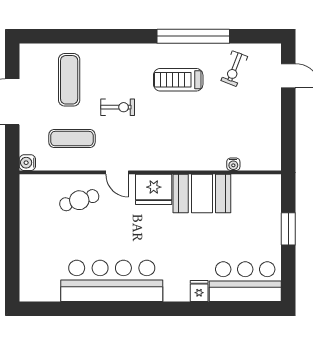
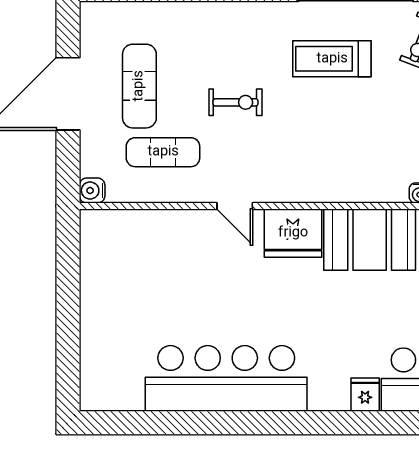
exercise mat: (69, 80) -> (139, 86), moved
cafe table: (79, 200) -> (175, 250), removed

